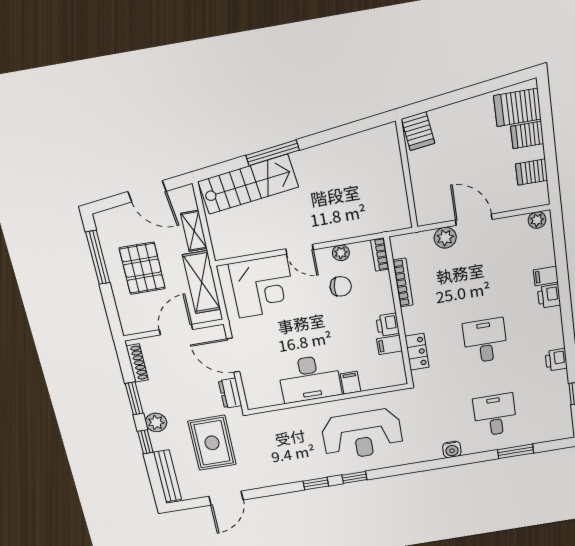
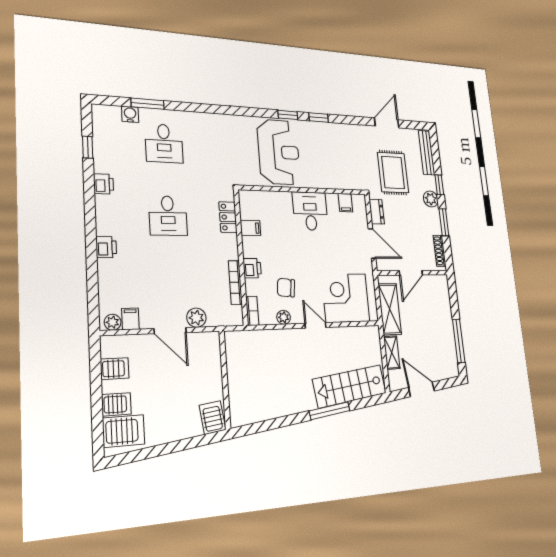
pallet: (142, 268) -> (430, 327), removed
filing cabinet: (546, 276) -> (130, 319), moved, turned -90
printer: (388, 325) -> (252, 268), moved
desk: (310, 379) -> (310, 211), width x0.73
filing cabinet: (350, 383) -> (345, 203), moved
reception desk: (362, 435) -> (279, 152), turned 90
water cooler: (452, 449) -> (130, 114), moved

